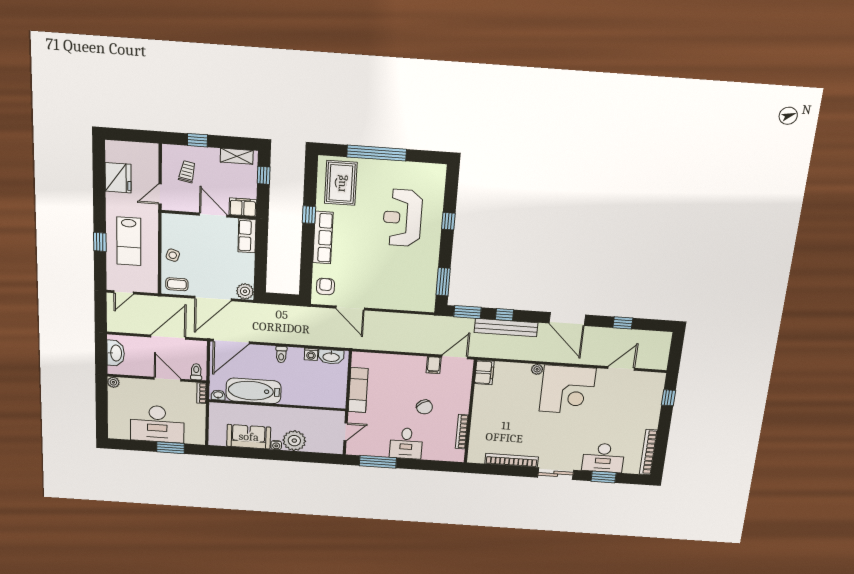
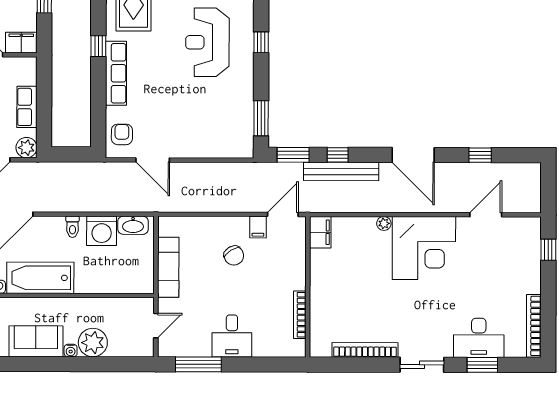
row of seats: (247, 236) -> (27, 107), moved
washing machine: (311, 354) -> (102, 231), width x1.89, depth x1.89
chair: (424, 407) -> (234, 256), moved

